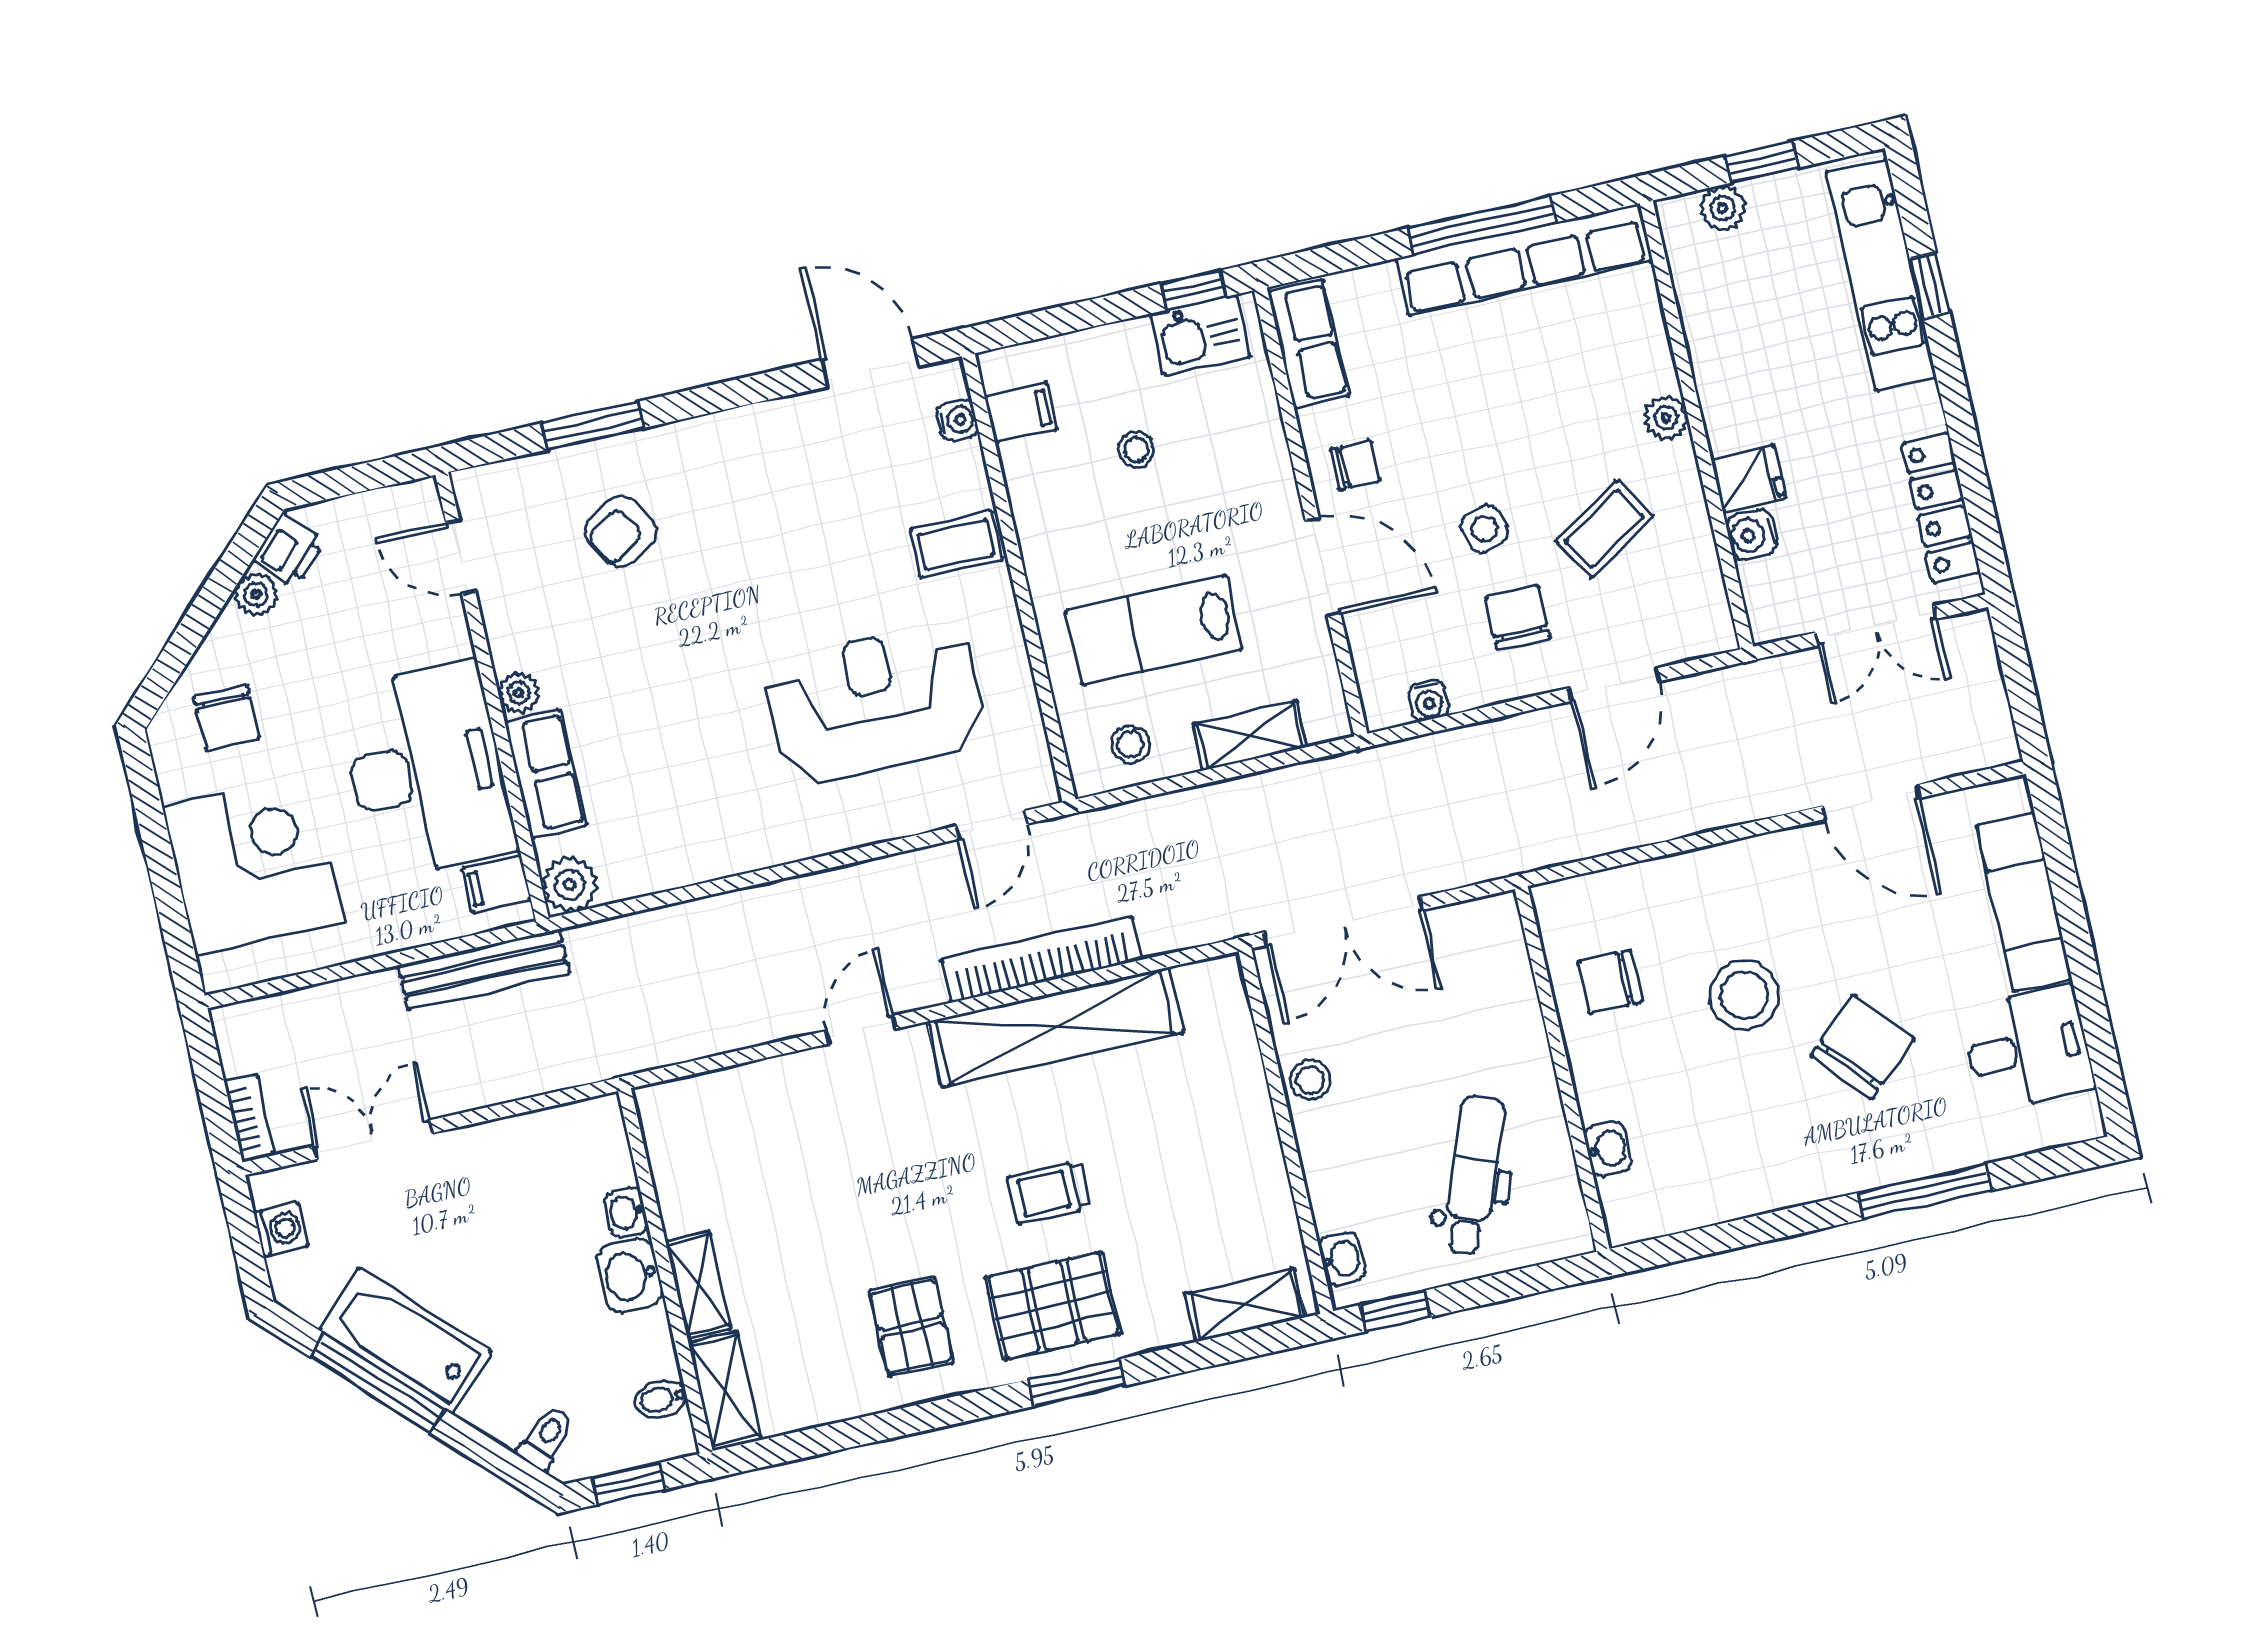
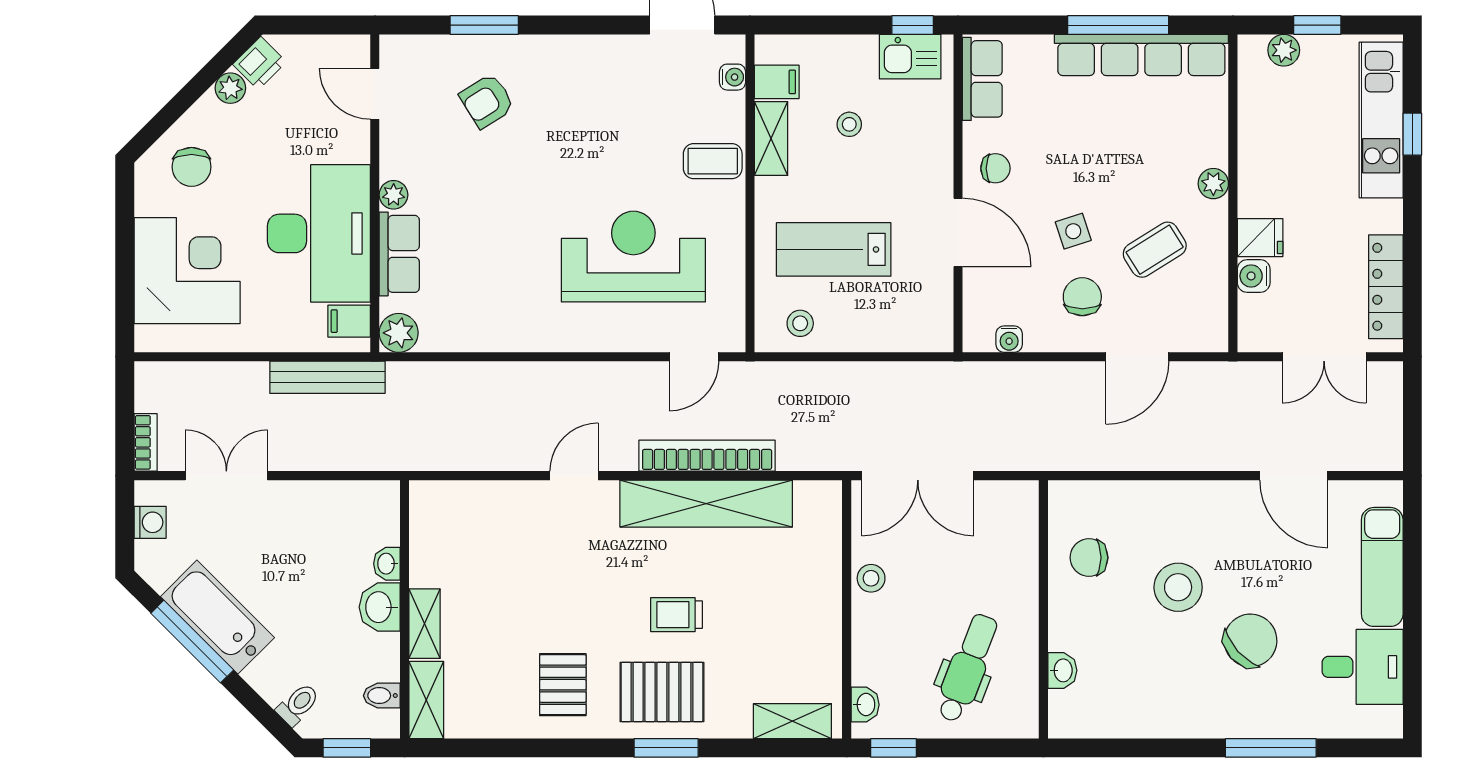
shelving: (1250, 736) -> (771, 138), moved, turned 90

